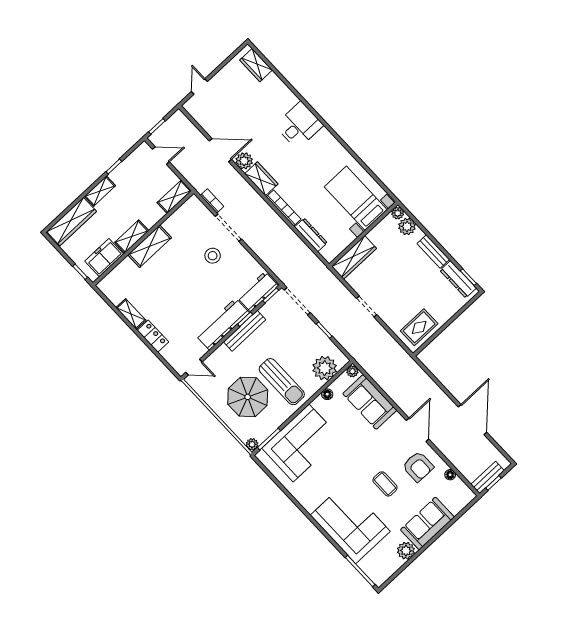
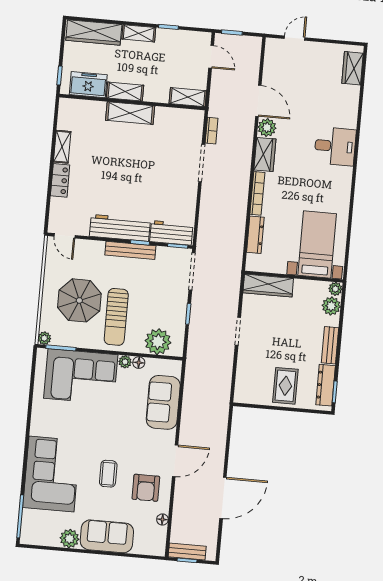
stool: (213, 256) -> (168, 171), removed
rug: (419, 327) -> (285, 386), moved, turned 90
plant: (352, 371) -> (125, 362), moved

